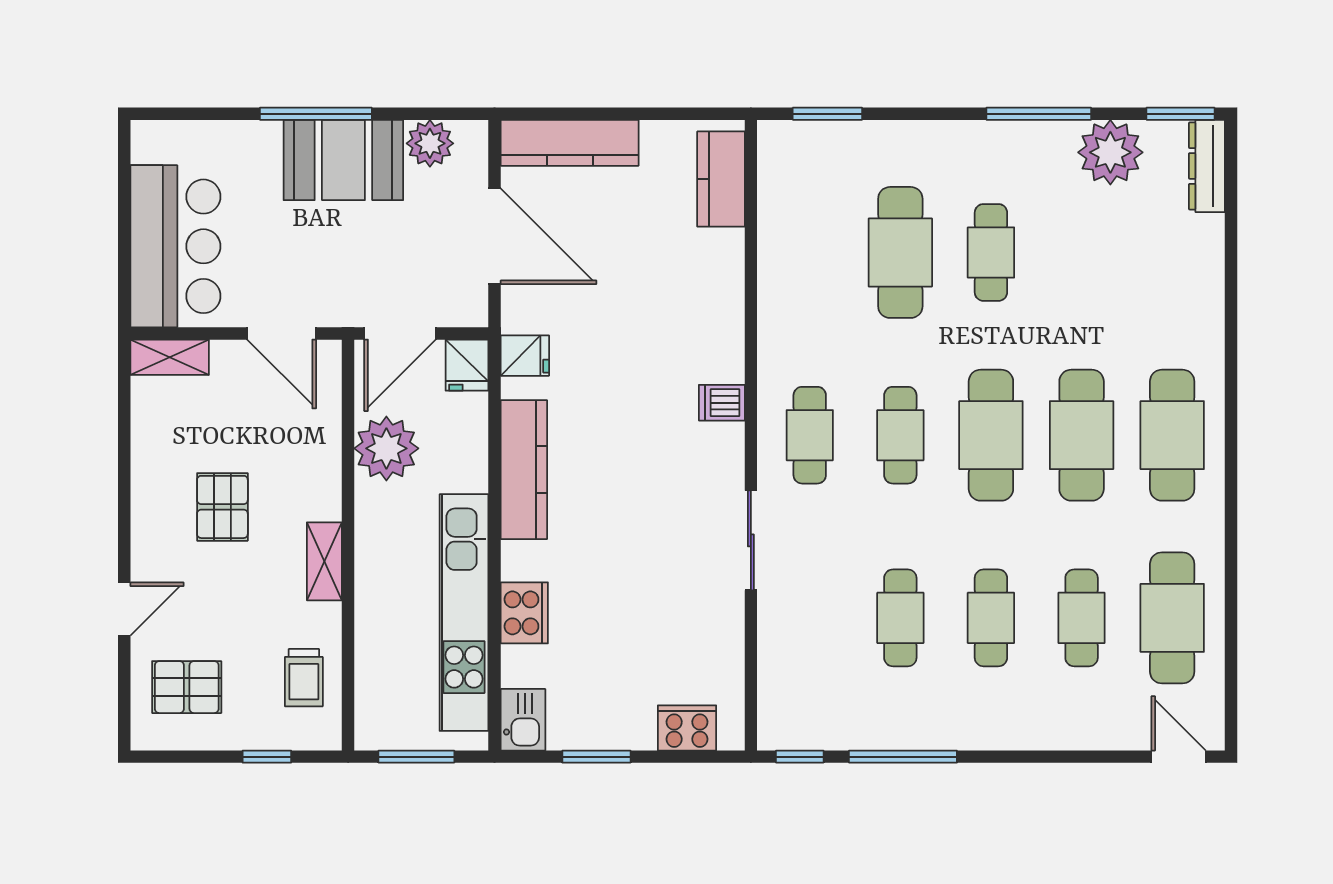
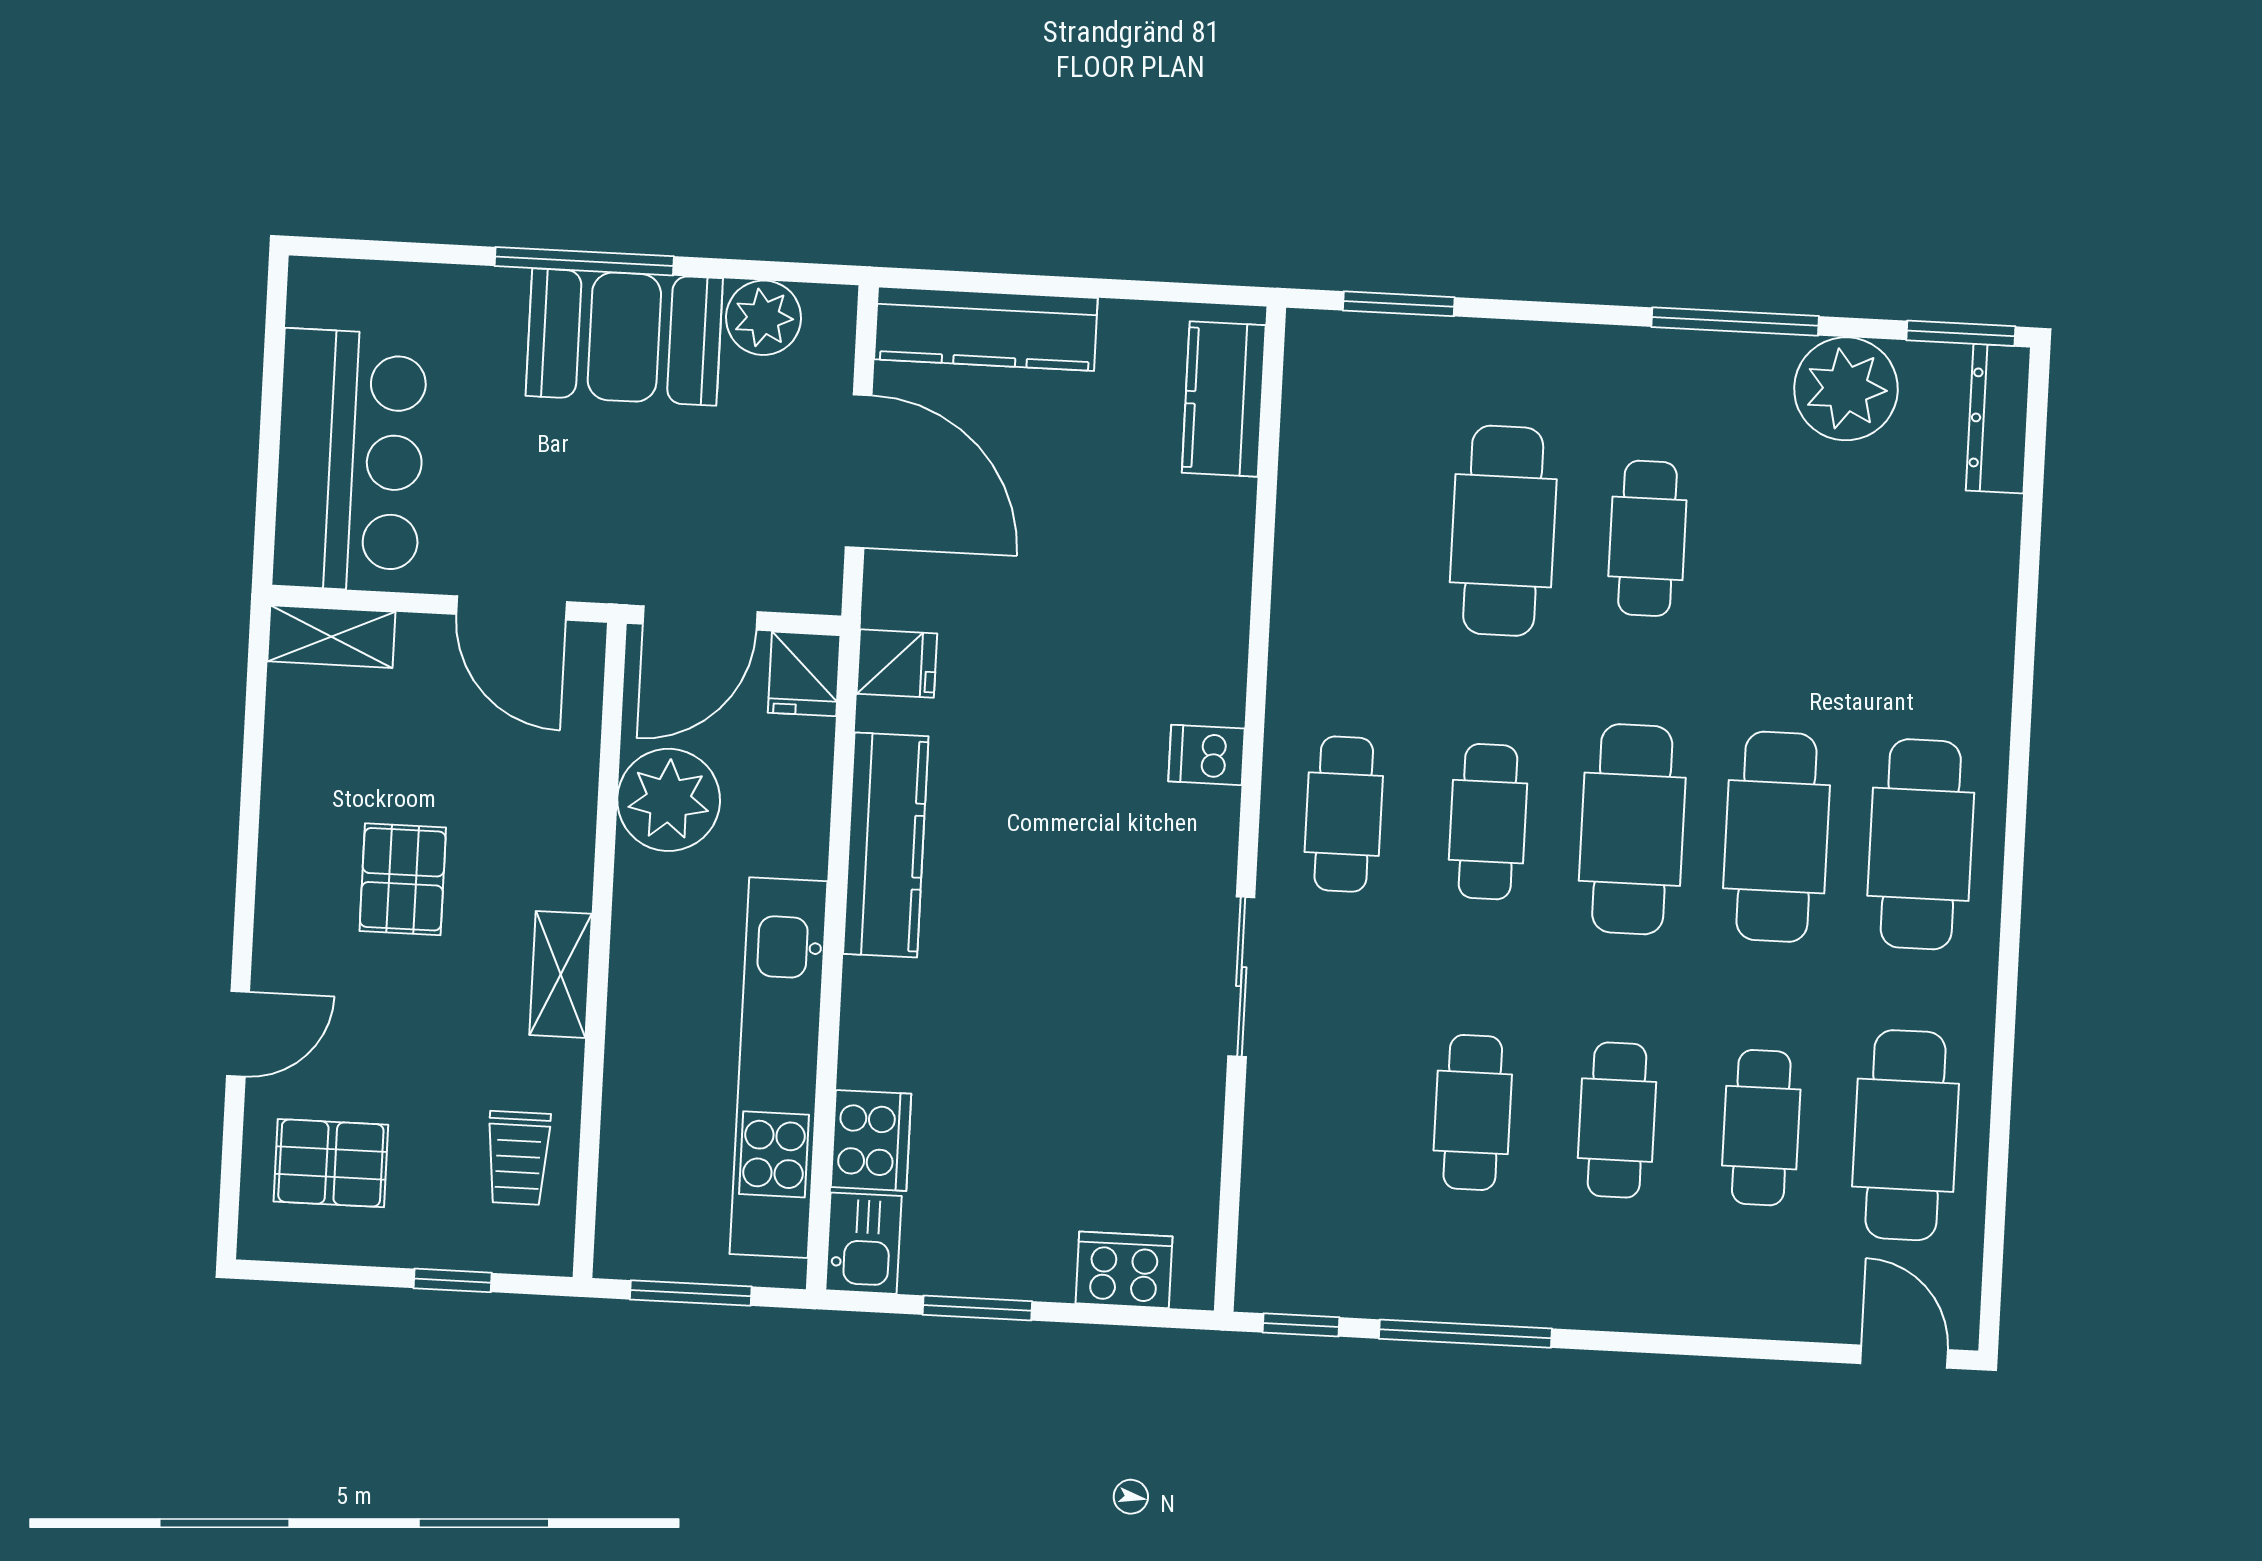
cooker: (524, 613) -> (871, 1140), moved

